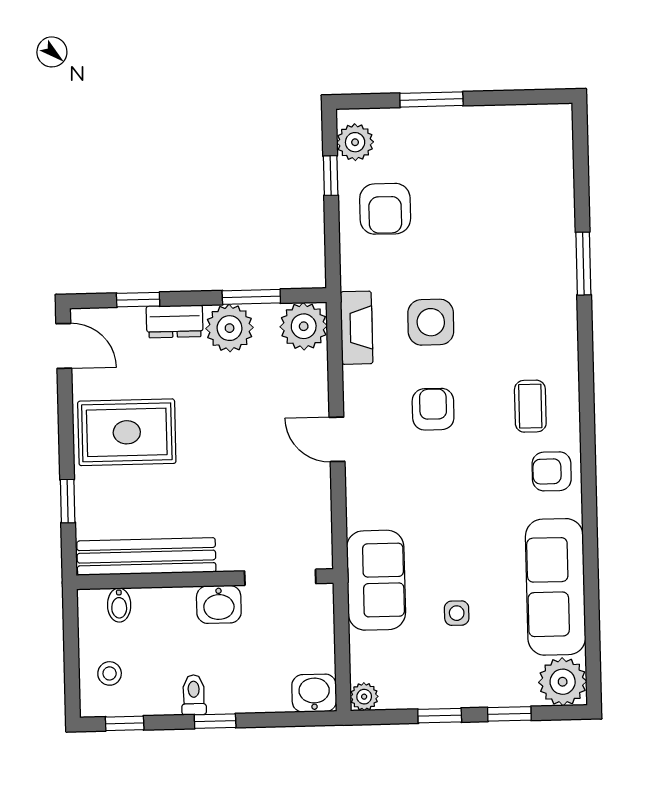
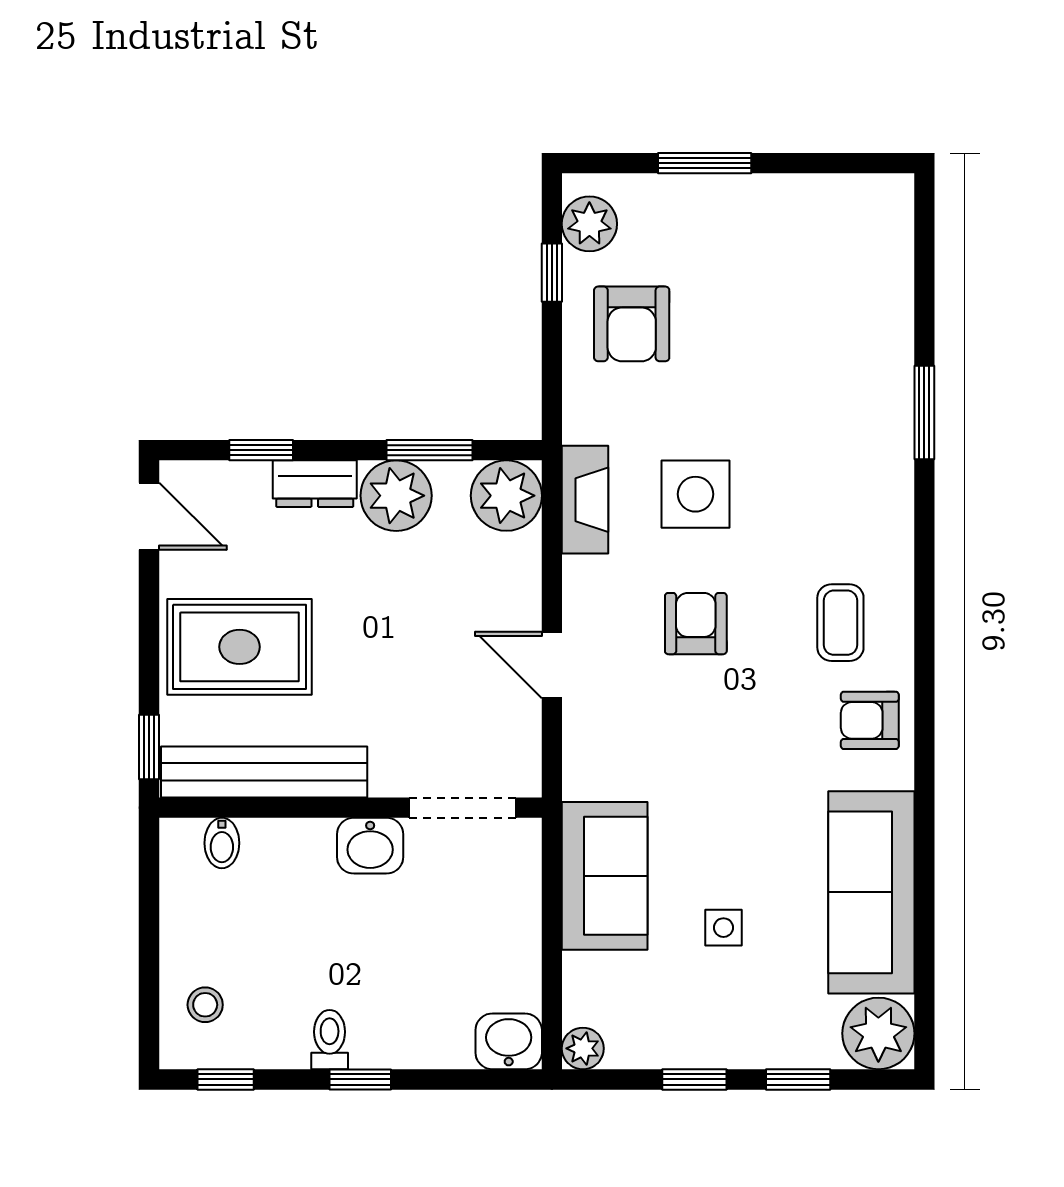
bench: (146, 557) -> (264, 772), moved
doorway: (280, 577) -> (462, 808), moved
wall: (205, 579) -> (350, 808), moved
washbasin: (219, 604) -> (370, 846), moved
bidet: (119, 605) -> (222, 843), moved

